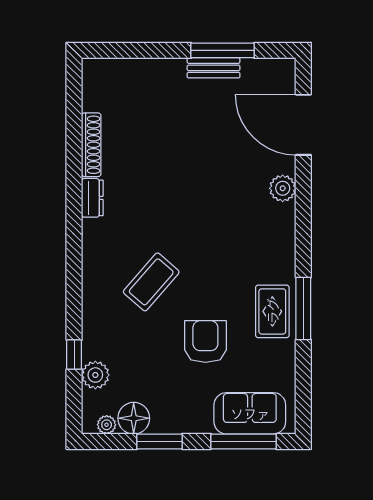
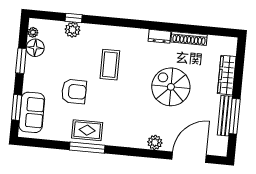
bench: (214, 68) -> (225, 116), width x1.36
wardrobe: (150, 71) -> (227, 75), added
spiral stairs: (181, 169) -> (171, 87), added
coffee table: (151, 282) -> (110, 65), turned 49
plant: (95, 375) -> (72, 30), moved
window: (243, 441) -> (17, 107), width x0.69

